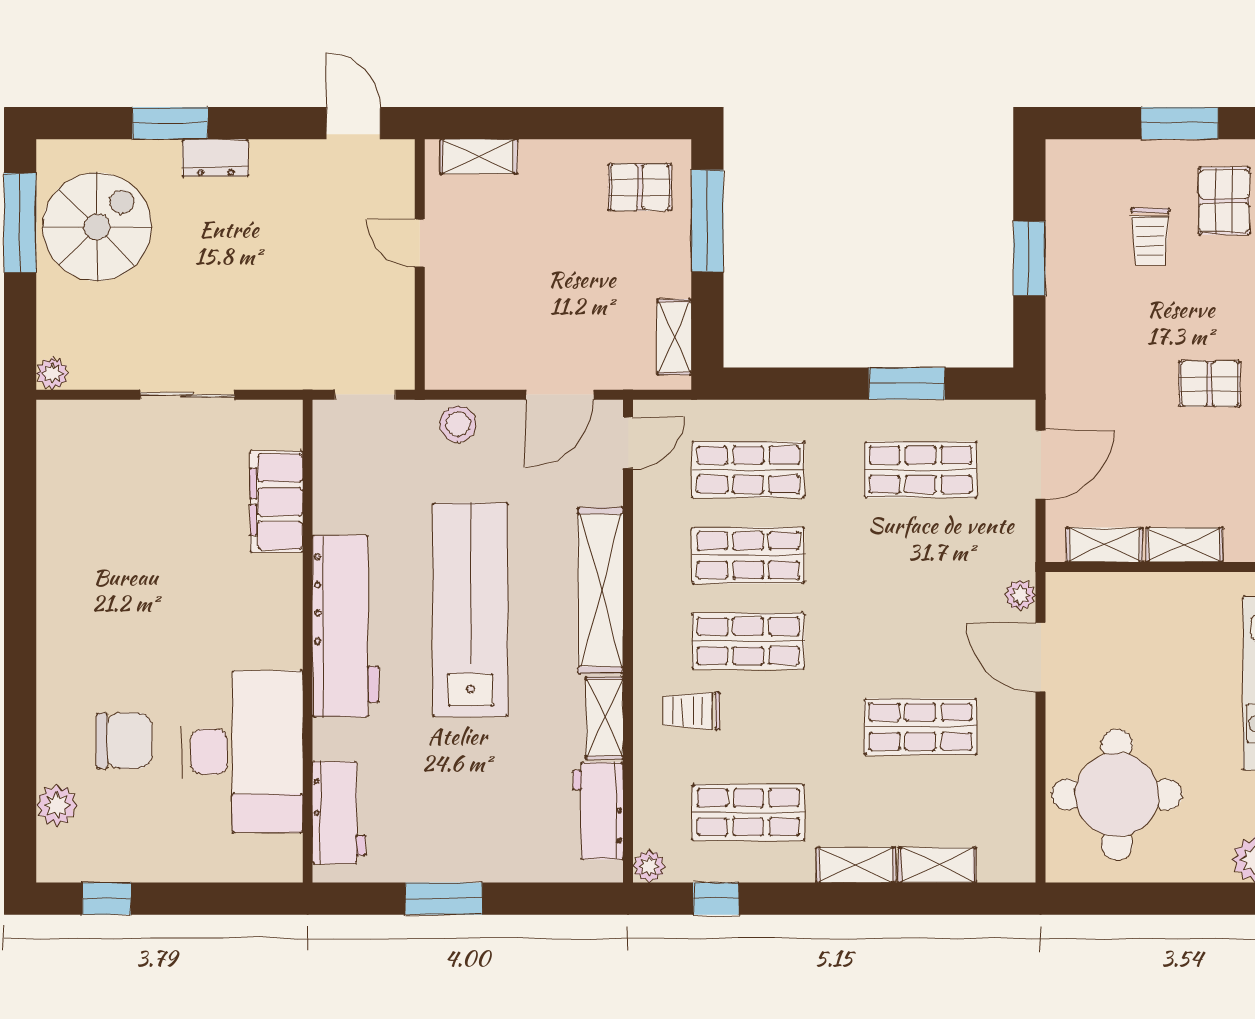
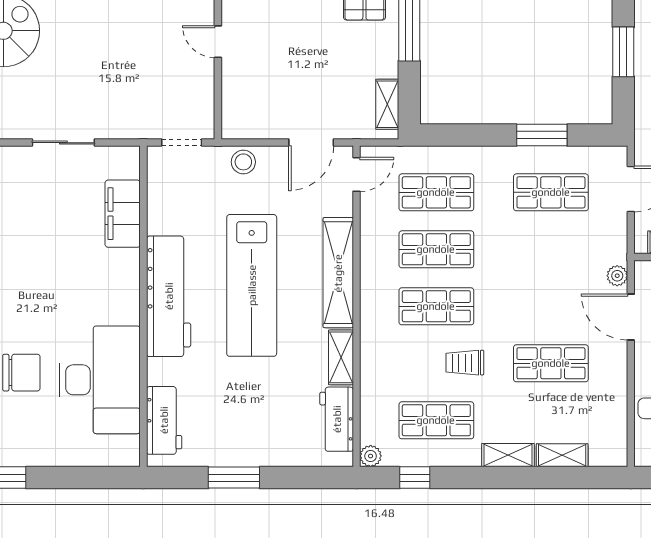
lab bench: (470, 610) -> (252, 285), turned 180
trolley: (691, 711) -> (465, 363), moved

